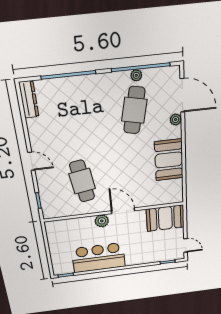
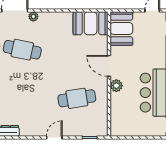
booth: (169, 160) -> (91, 23), moved
door: (123, 211) -> (109, 66), hinge flipped

